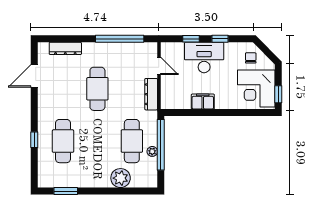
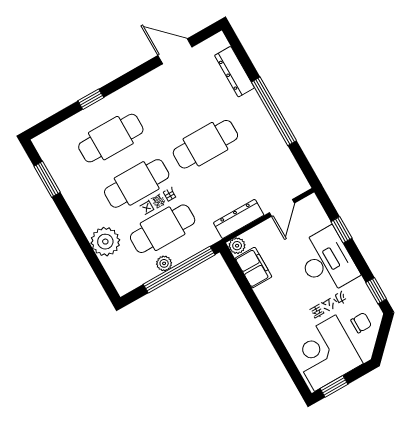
window: (120, 39) -> (274, 111), moved
window: (220, 39) -> (376, 291), moved
filing cabinet: (203, 102) -> (253, 268), moved
plant: (166, 104) -> (237, 246), added
cafe table: (97, 141) -> (137, 183), added

